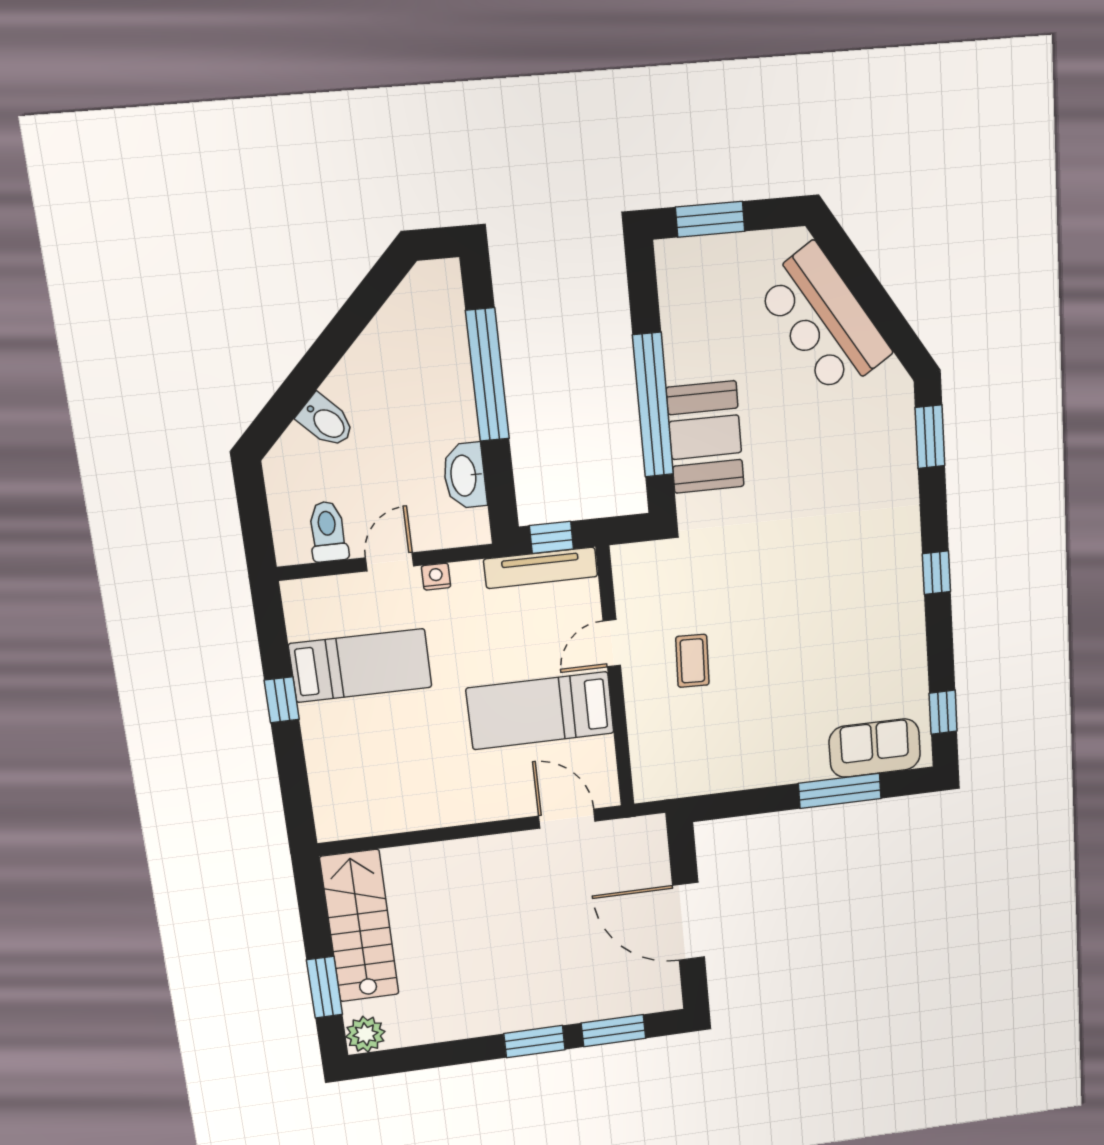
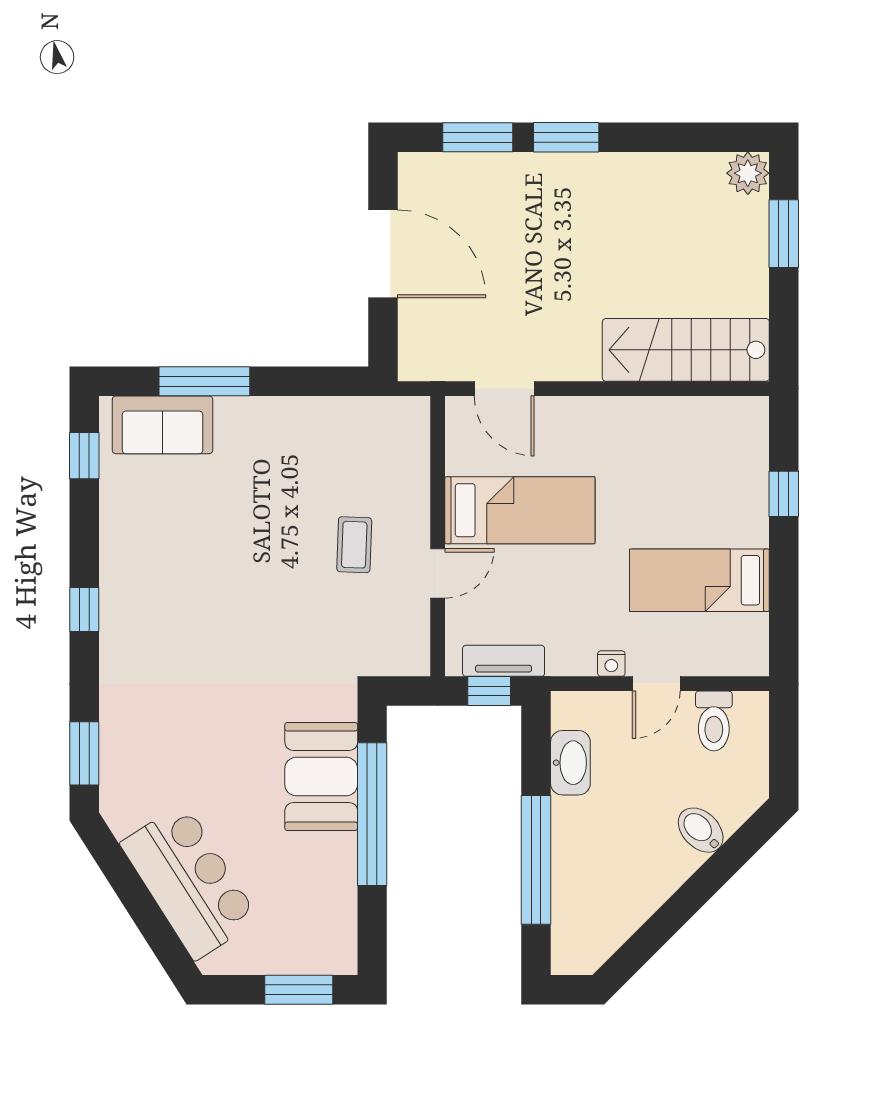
tv unit: (541, 568) -> (504, 661), width x0.71
window: (282, 700) -> (784, 494), moved
stairs: (359, 926) -> (686, 350), moved, turned 90

